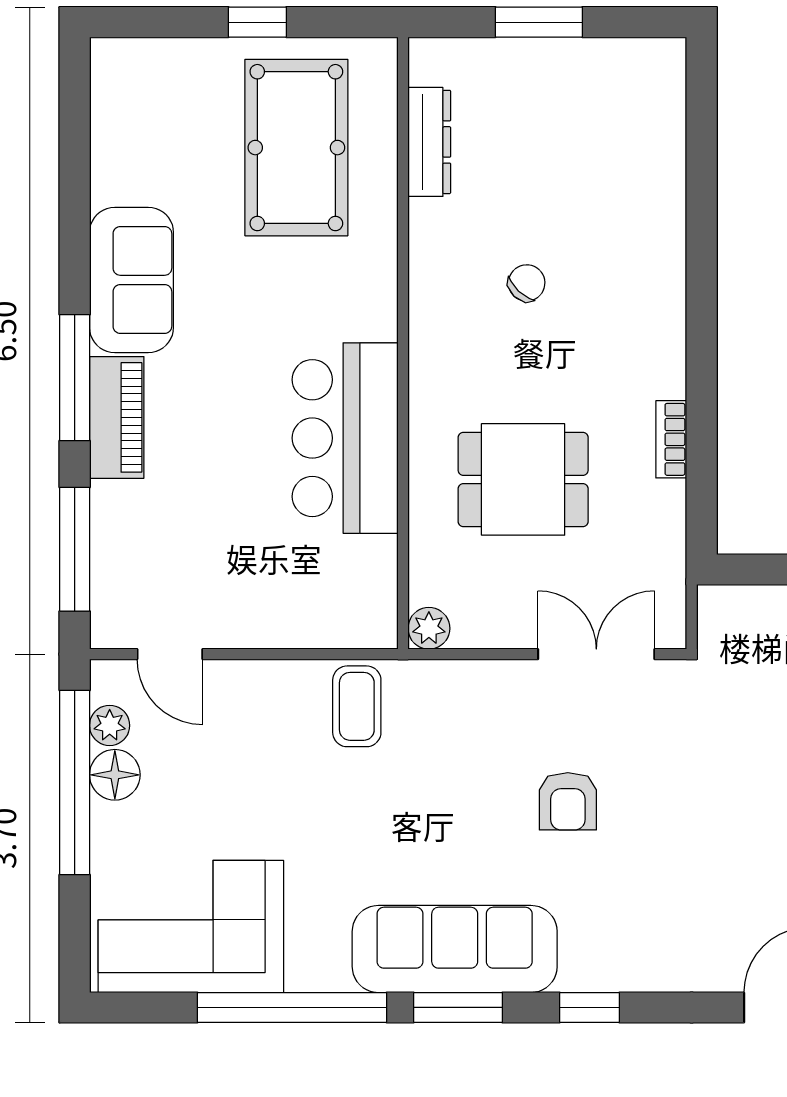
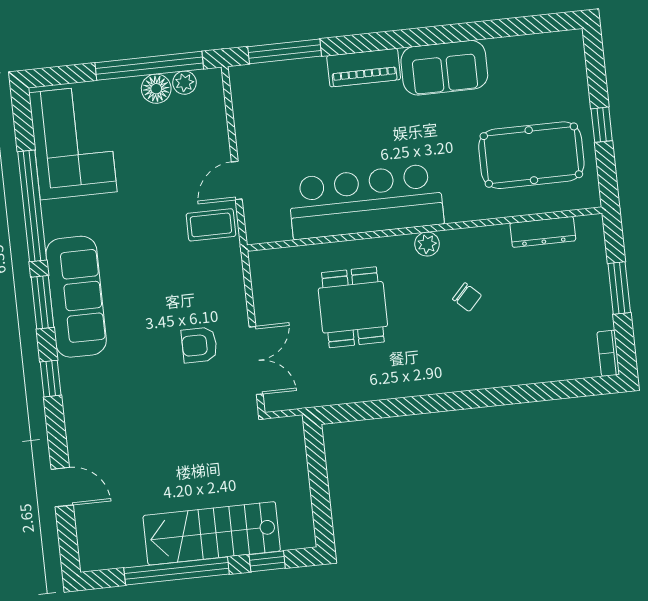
window: (75, 378) -> (384, 41), removed
bar counter: (345, 438) -> (366, 201), width x1.36
bookcase: (671, 439) -> (608, 353), moved, turned -90
plant: (429, 628) -> (427, 244), moved
door: (170, 654) -> (237, 180), moved
armchair: (568, 801) -> (199, 345), moved

